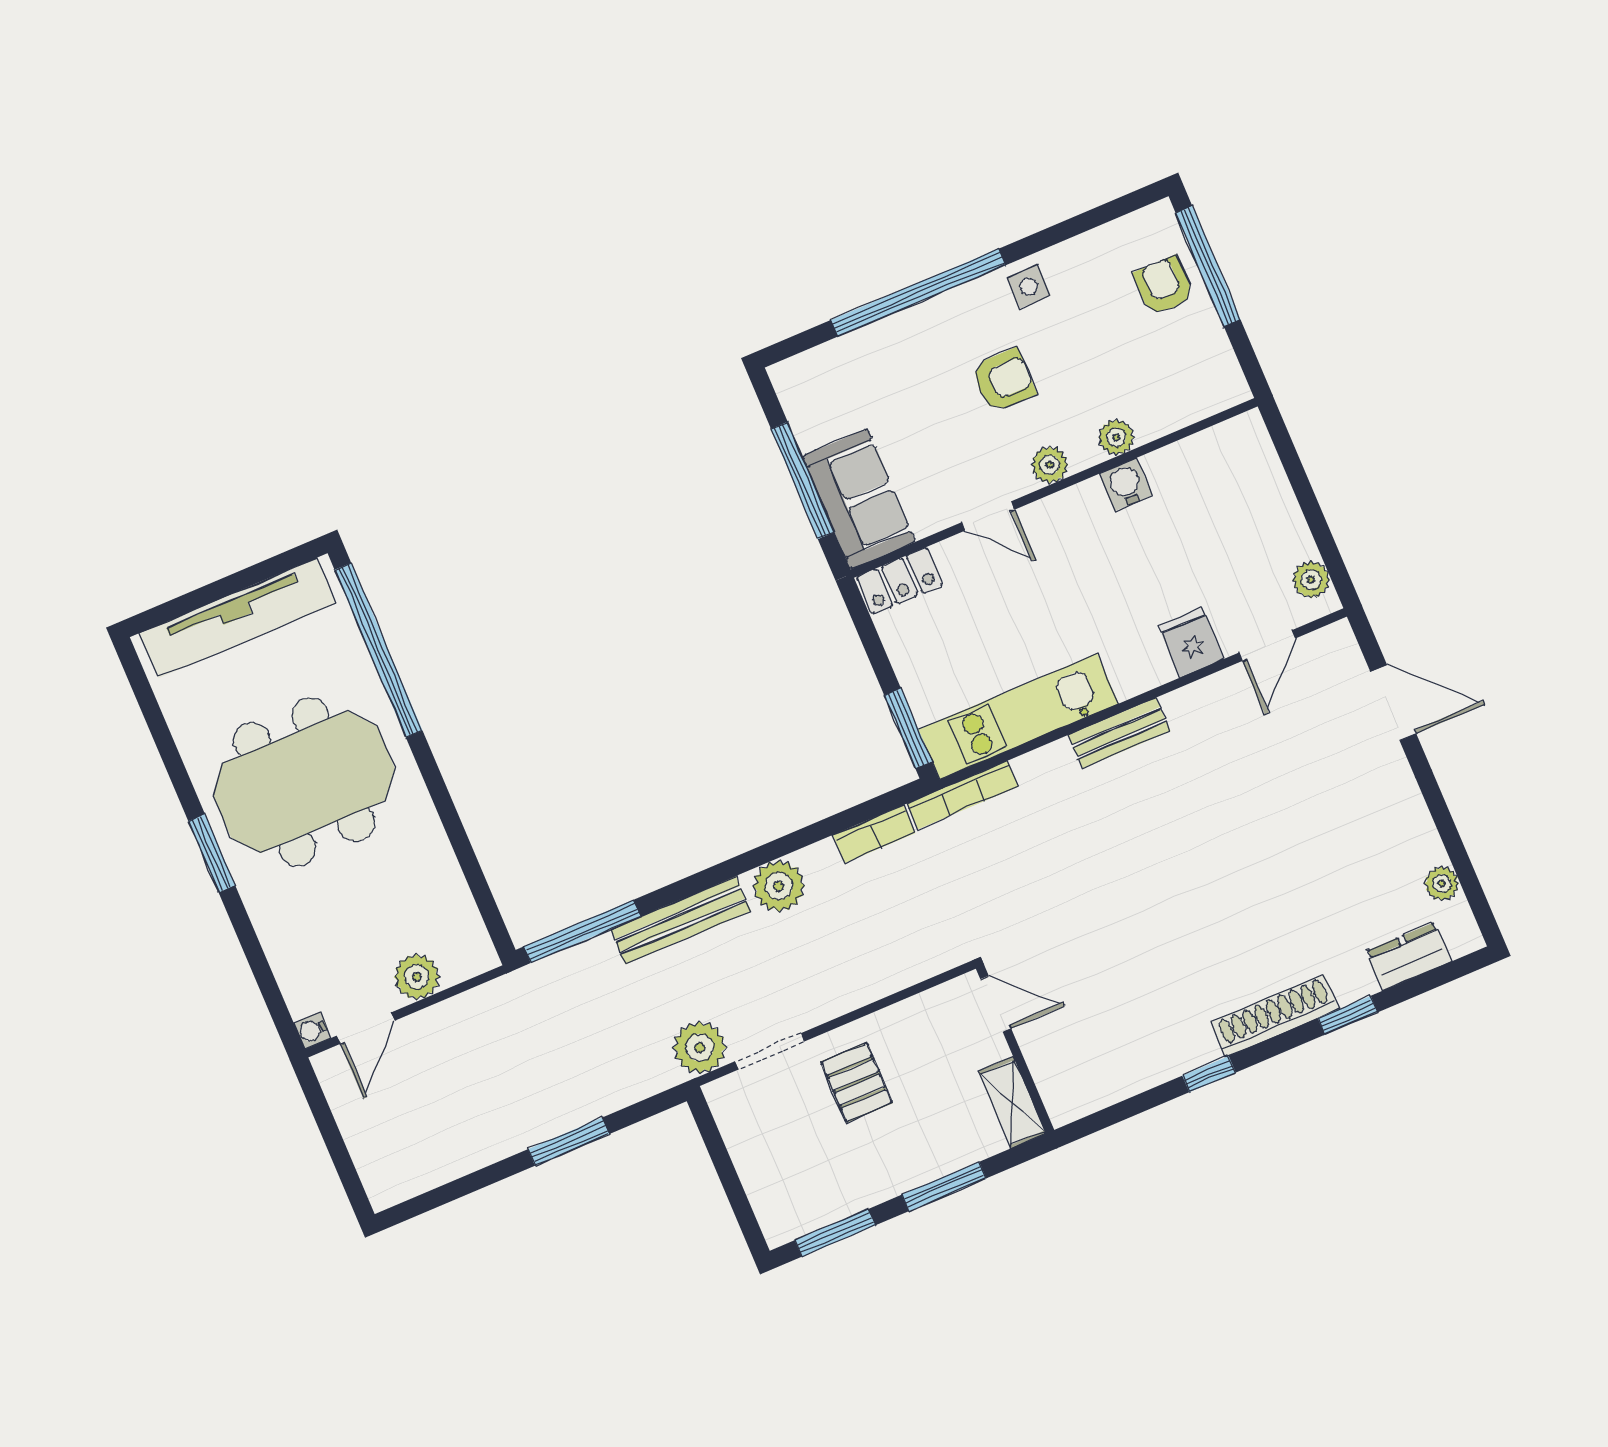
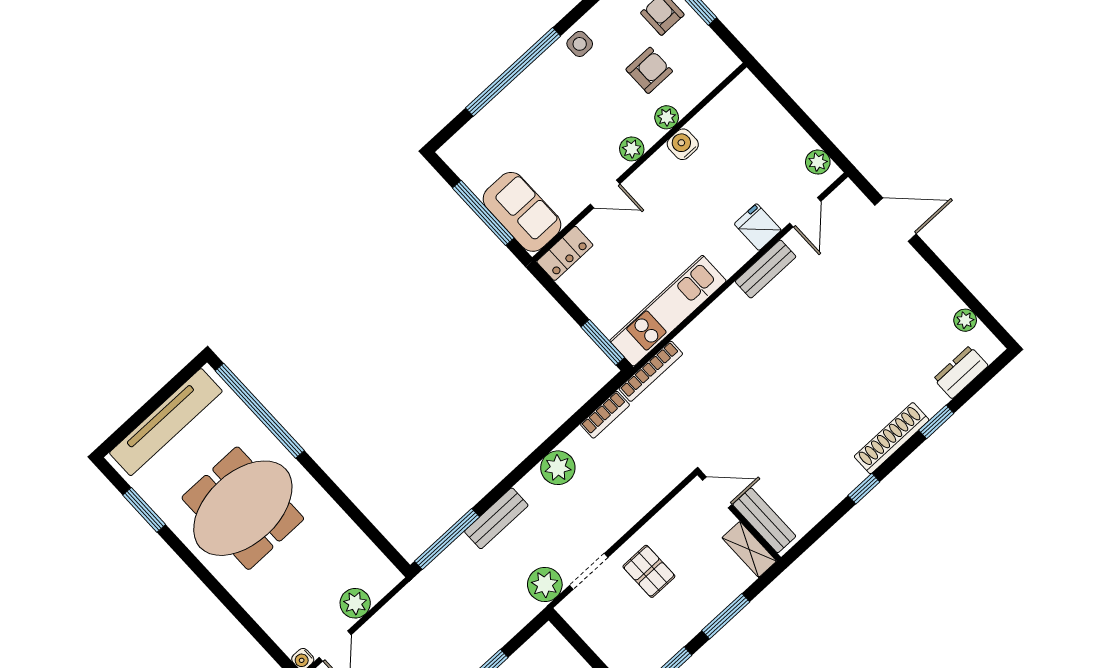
armchair: (1003, 380) -> (649, 70), moved
bench: (1119, 733) -> (766, 269), moved
window: (212, 853) -> (144, 510), moved
bench: (681, 920) -> (496, 518), width x0.73
bench: (1049, 1068) -> (764, 520), added

